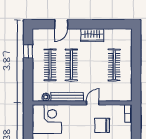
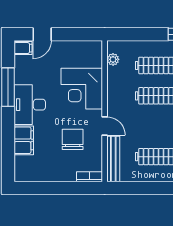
bench: (67, 97) -> (113, 159), moved
corner desk: (47, 119) -> (82, 89), moved, turned 90

